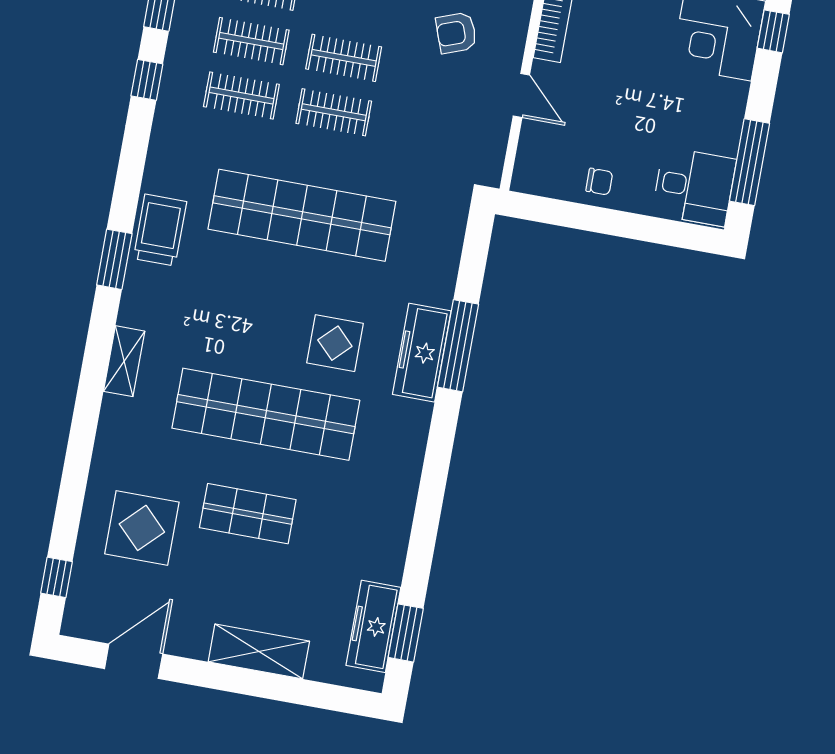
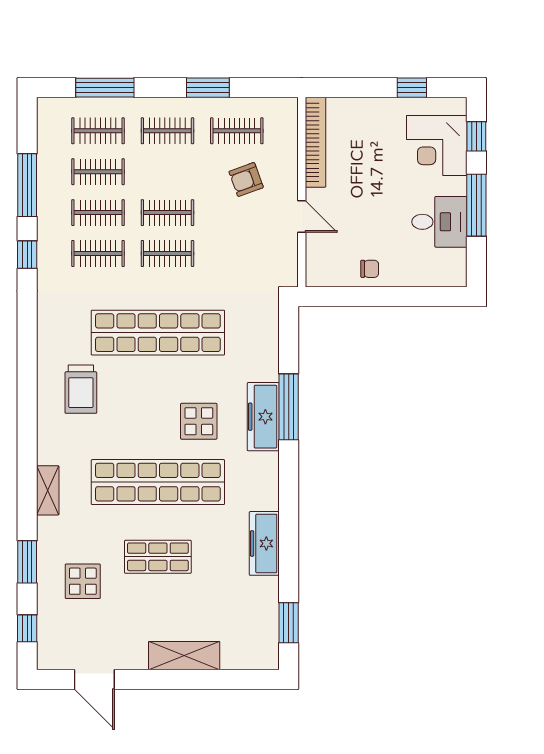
window: (749, 162) -> (476, 205), moved
desk: (694, 187) -> (439, 222), moved
trolley: (160, 230) -> (81, 389), moved, turned 180
window: (114, 259) -> (27, 562), moved
shelving: (124, 361) -> (48, 490), moved
display table: (142, 528) -> (83, 581), width x0.73, depth x0.73
freezer: (373, 626) -> (264, 543), moved
door: (134, 661) -> (94, 679), swing flipped

